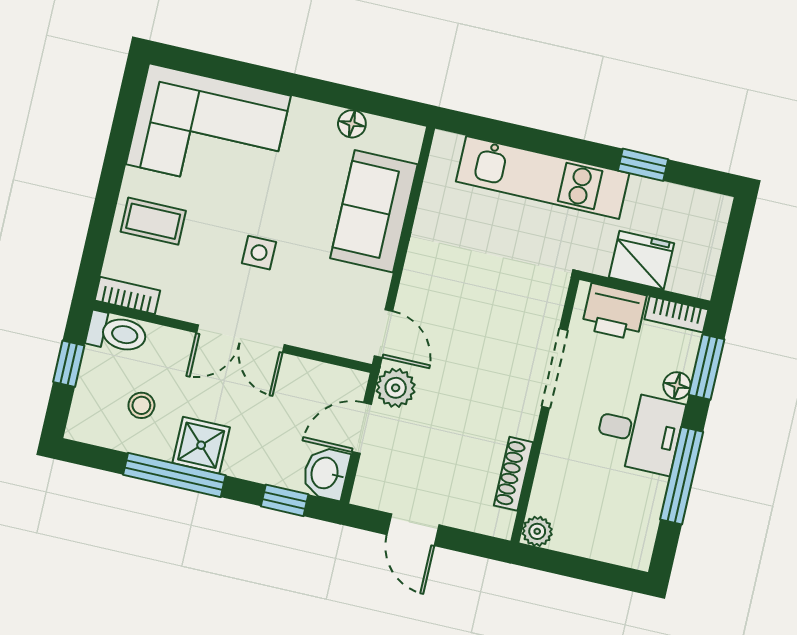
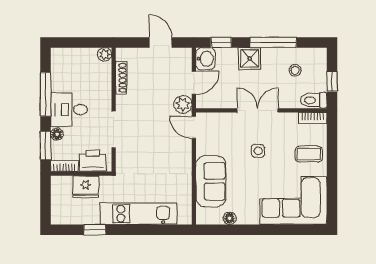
shower: (201, 445) -> (250, 59), moved

